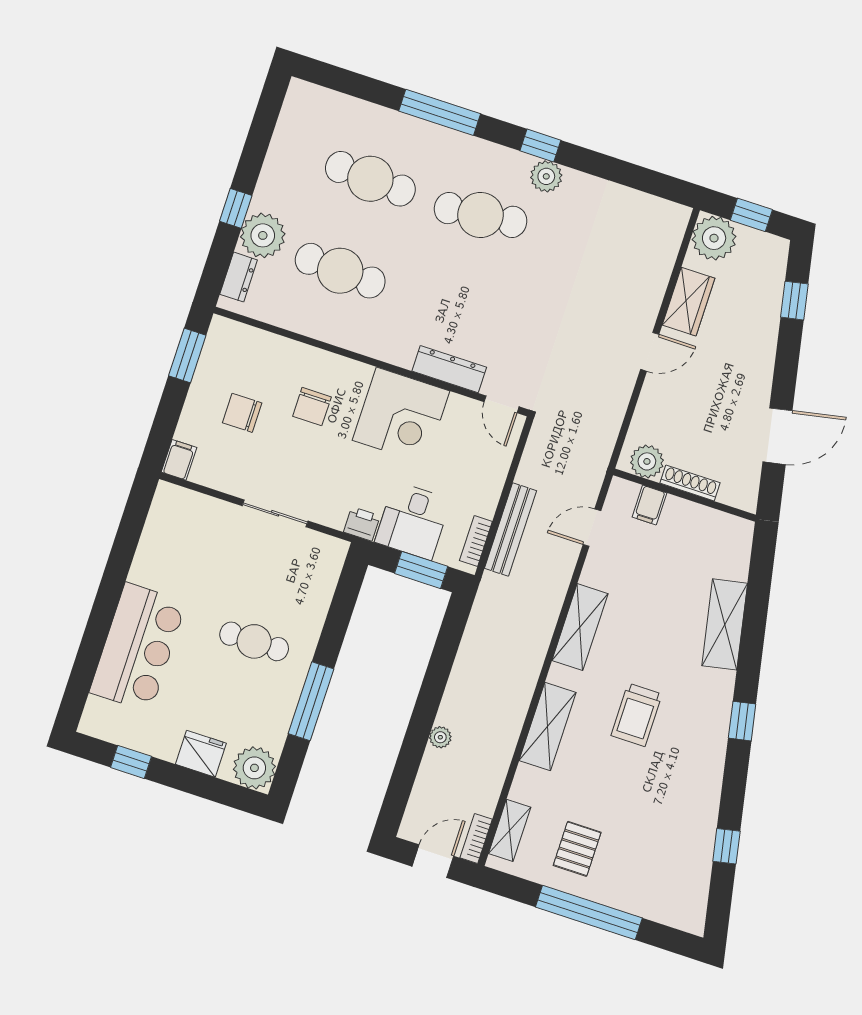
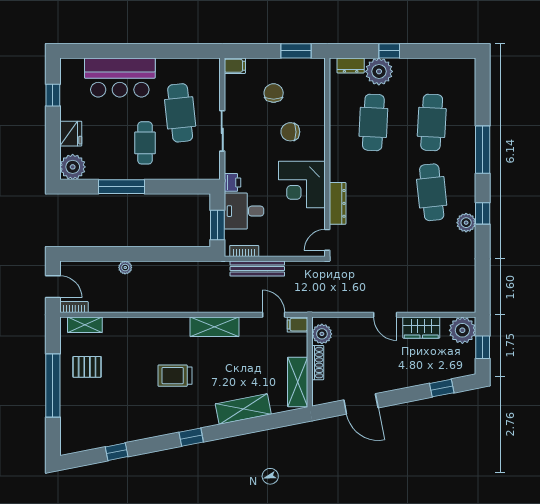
filing cabinet: (649, 505) -> (297, 325), moved
cafe table: (225, 570) -> (180, 113), added
shelving: (548, 727) -> (298, 382), moved, turned 90

